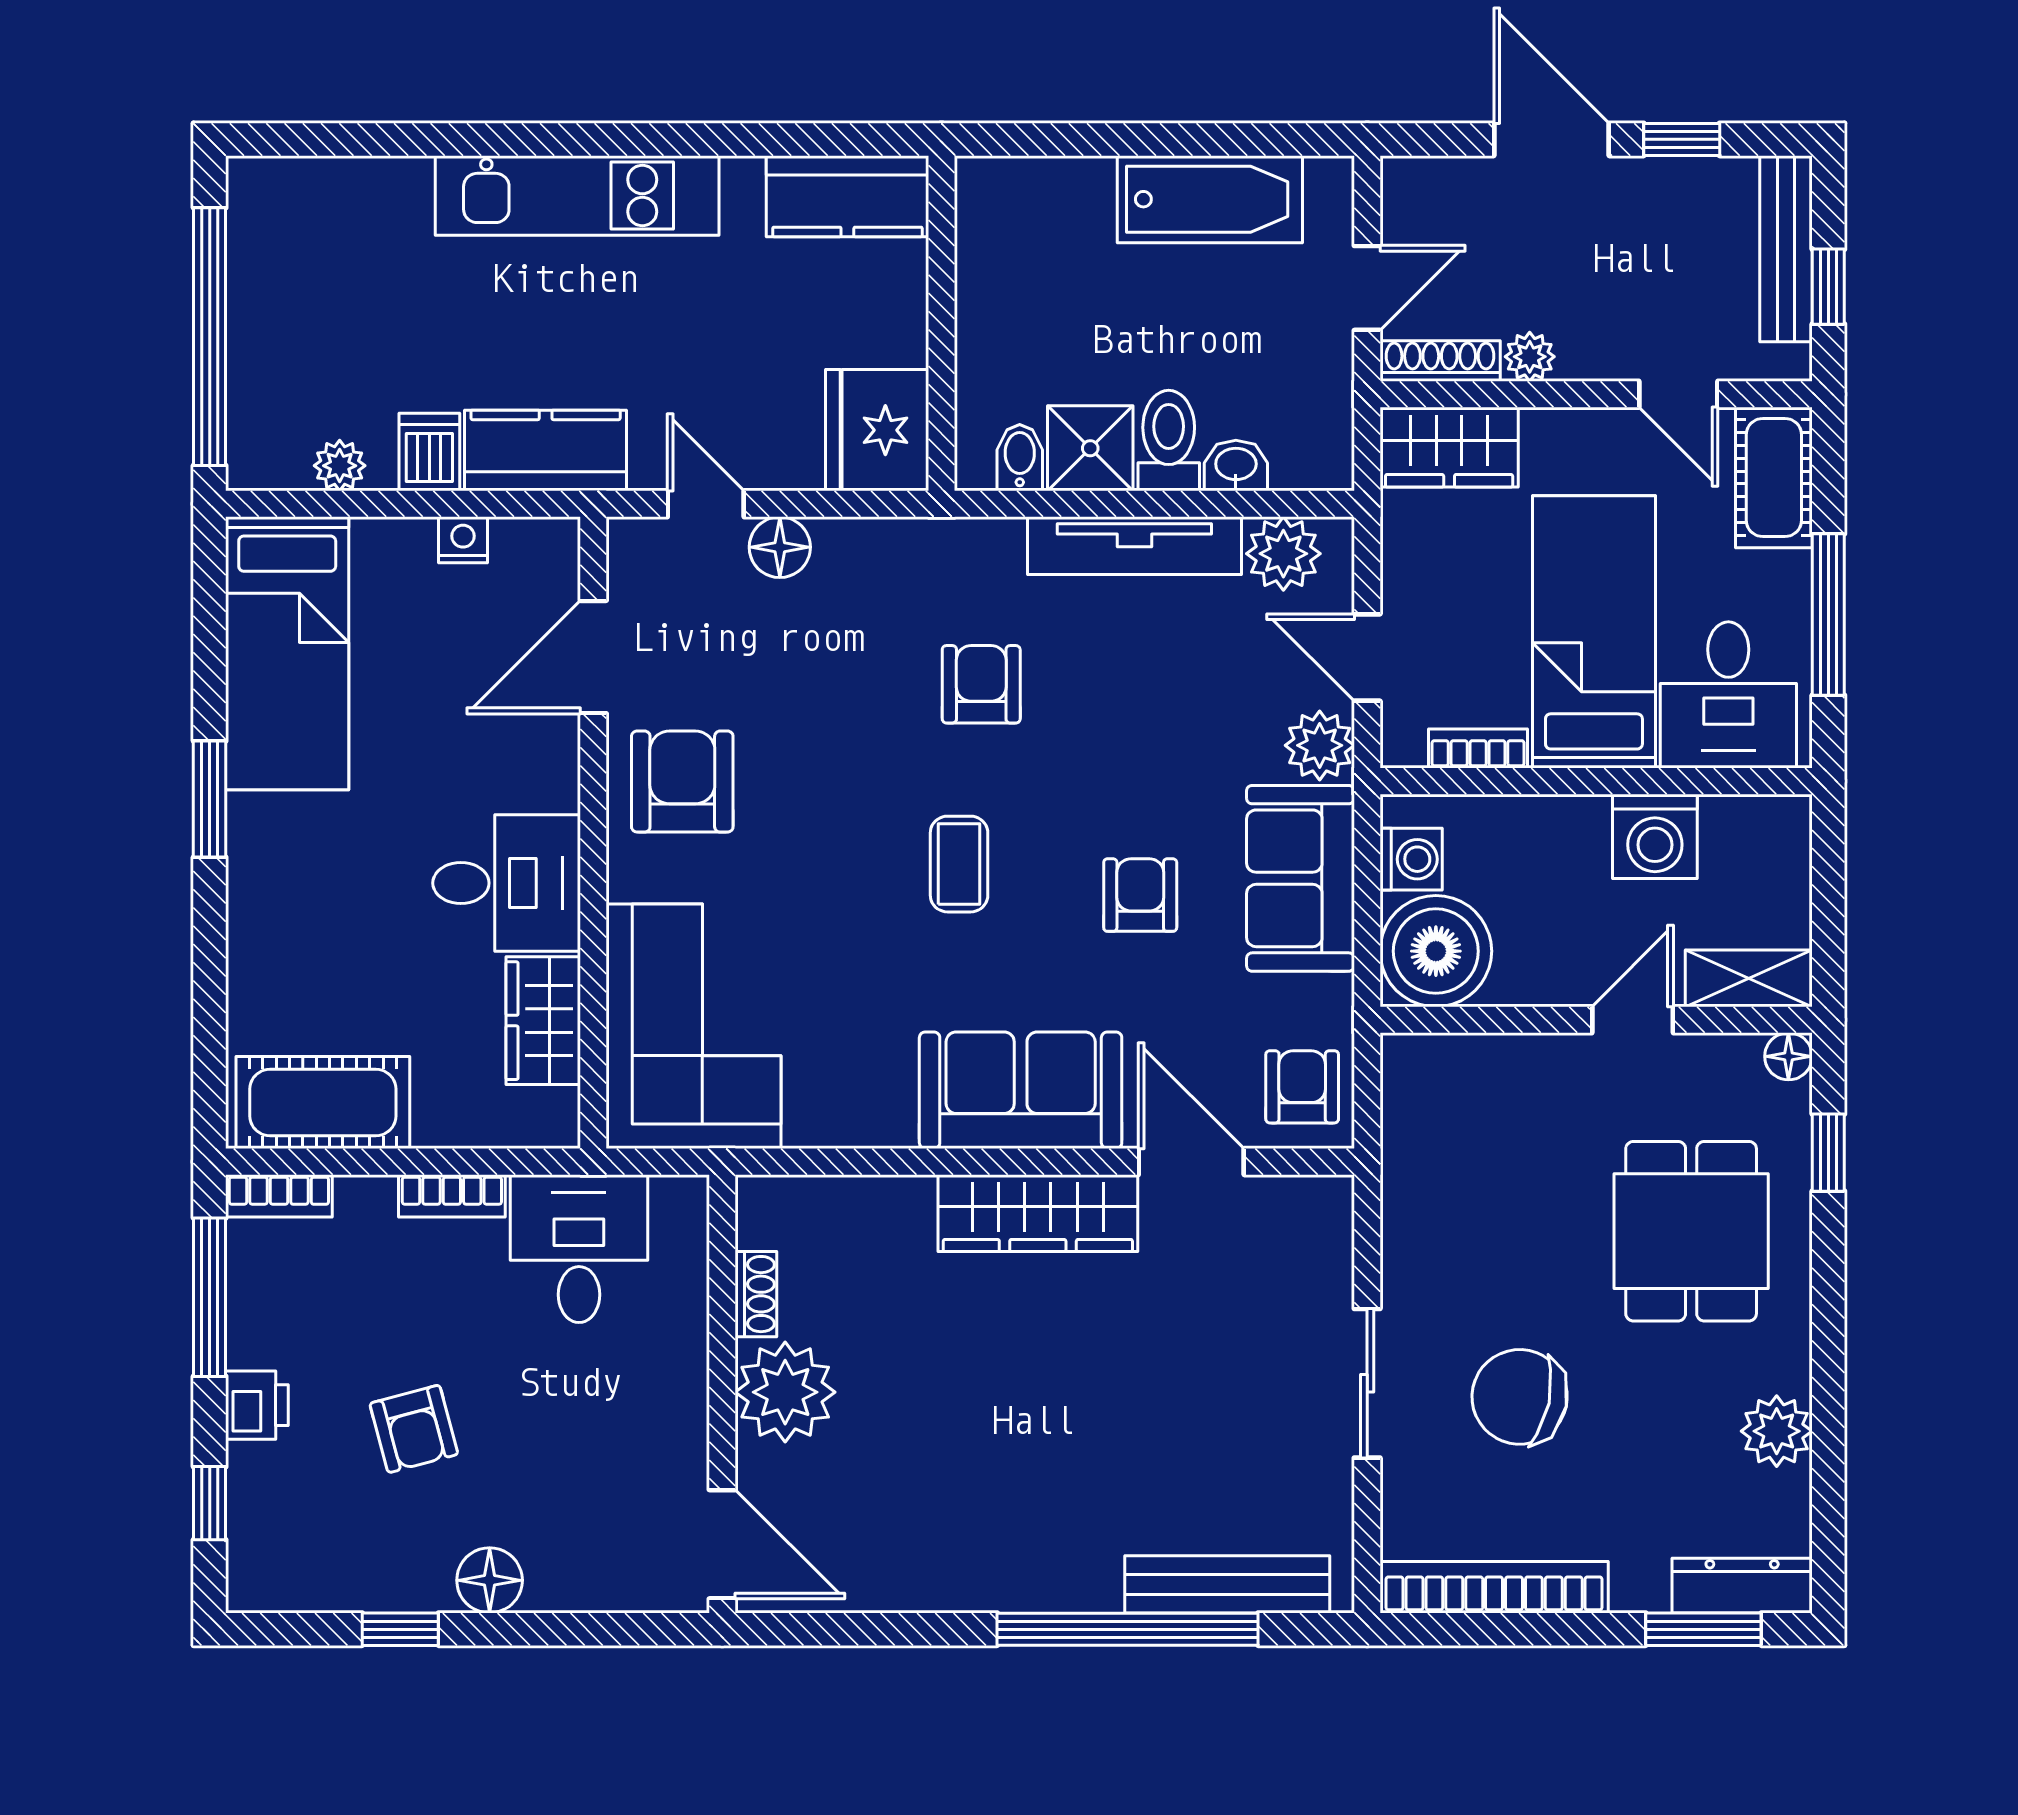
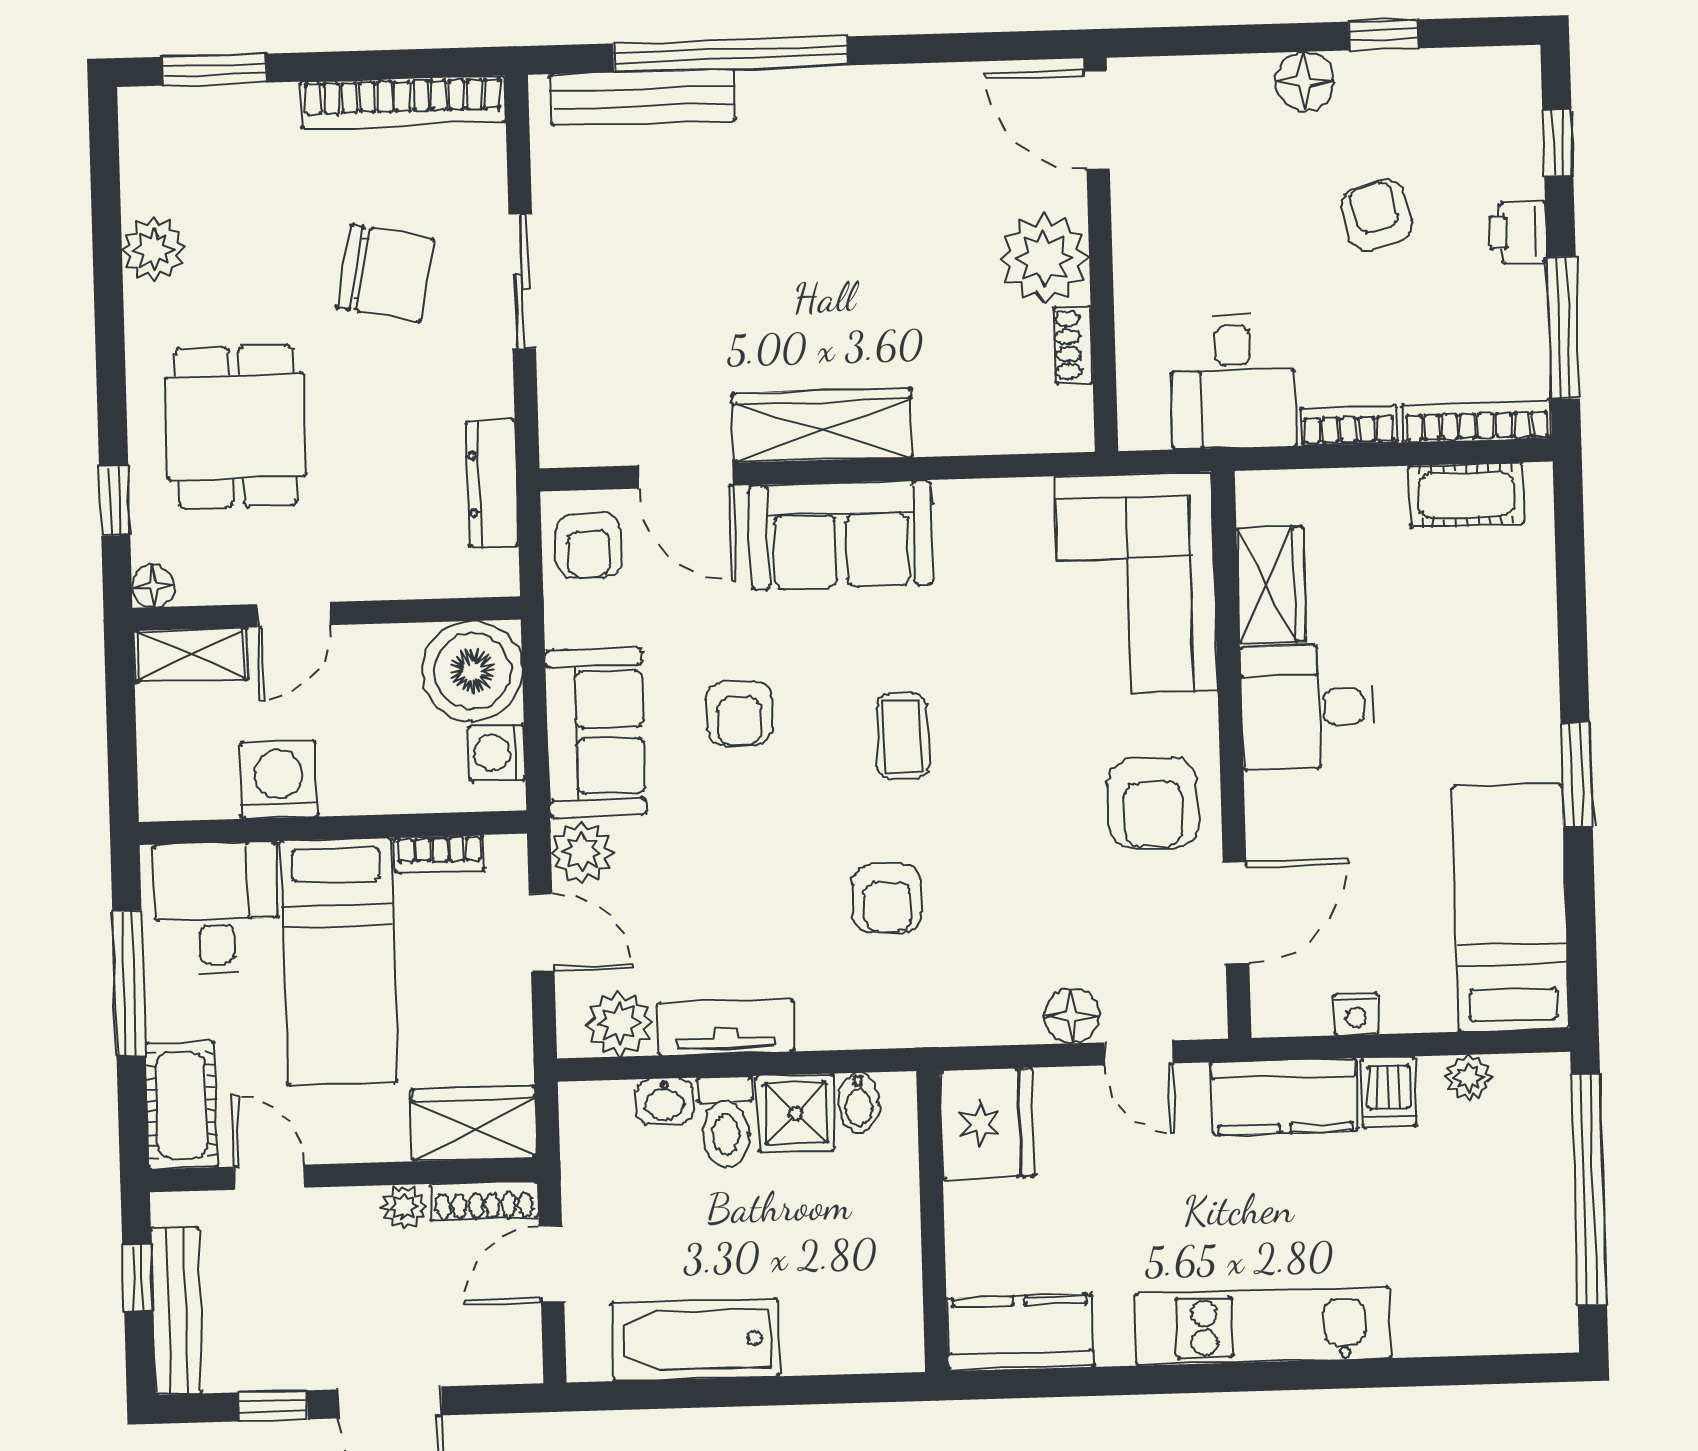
tv unit: (1134, 546) -> (726, 1028), width x0.71
cot: (323, 1103) -> (1466, 495), width x0.73, depth x0.75
bookcase: (279, 1196) -> (1477, 421), width x1.56
dresser: (1742, 1586) -> (492, 484), moved, turned 90

